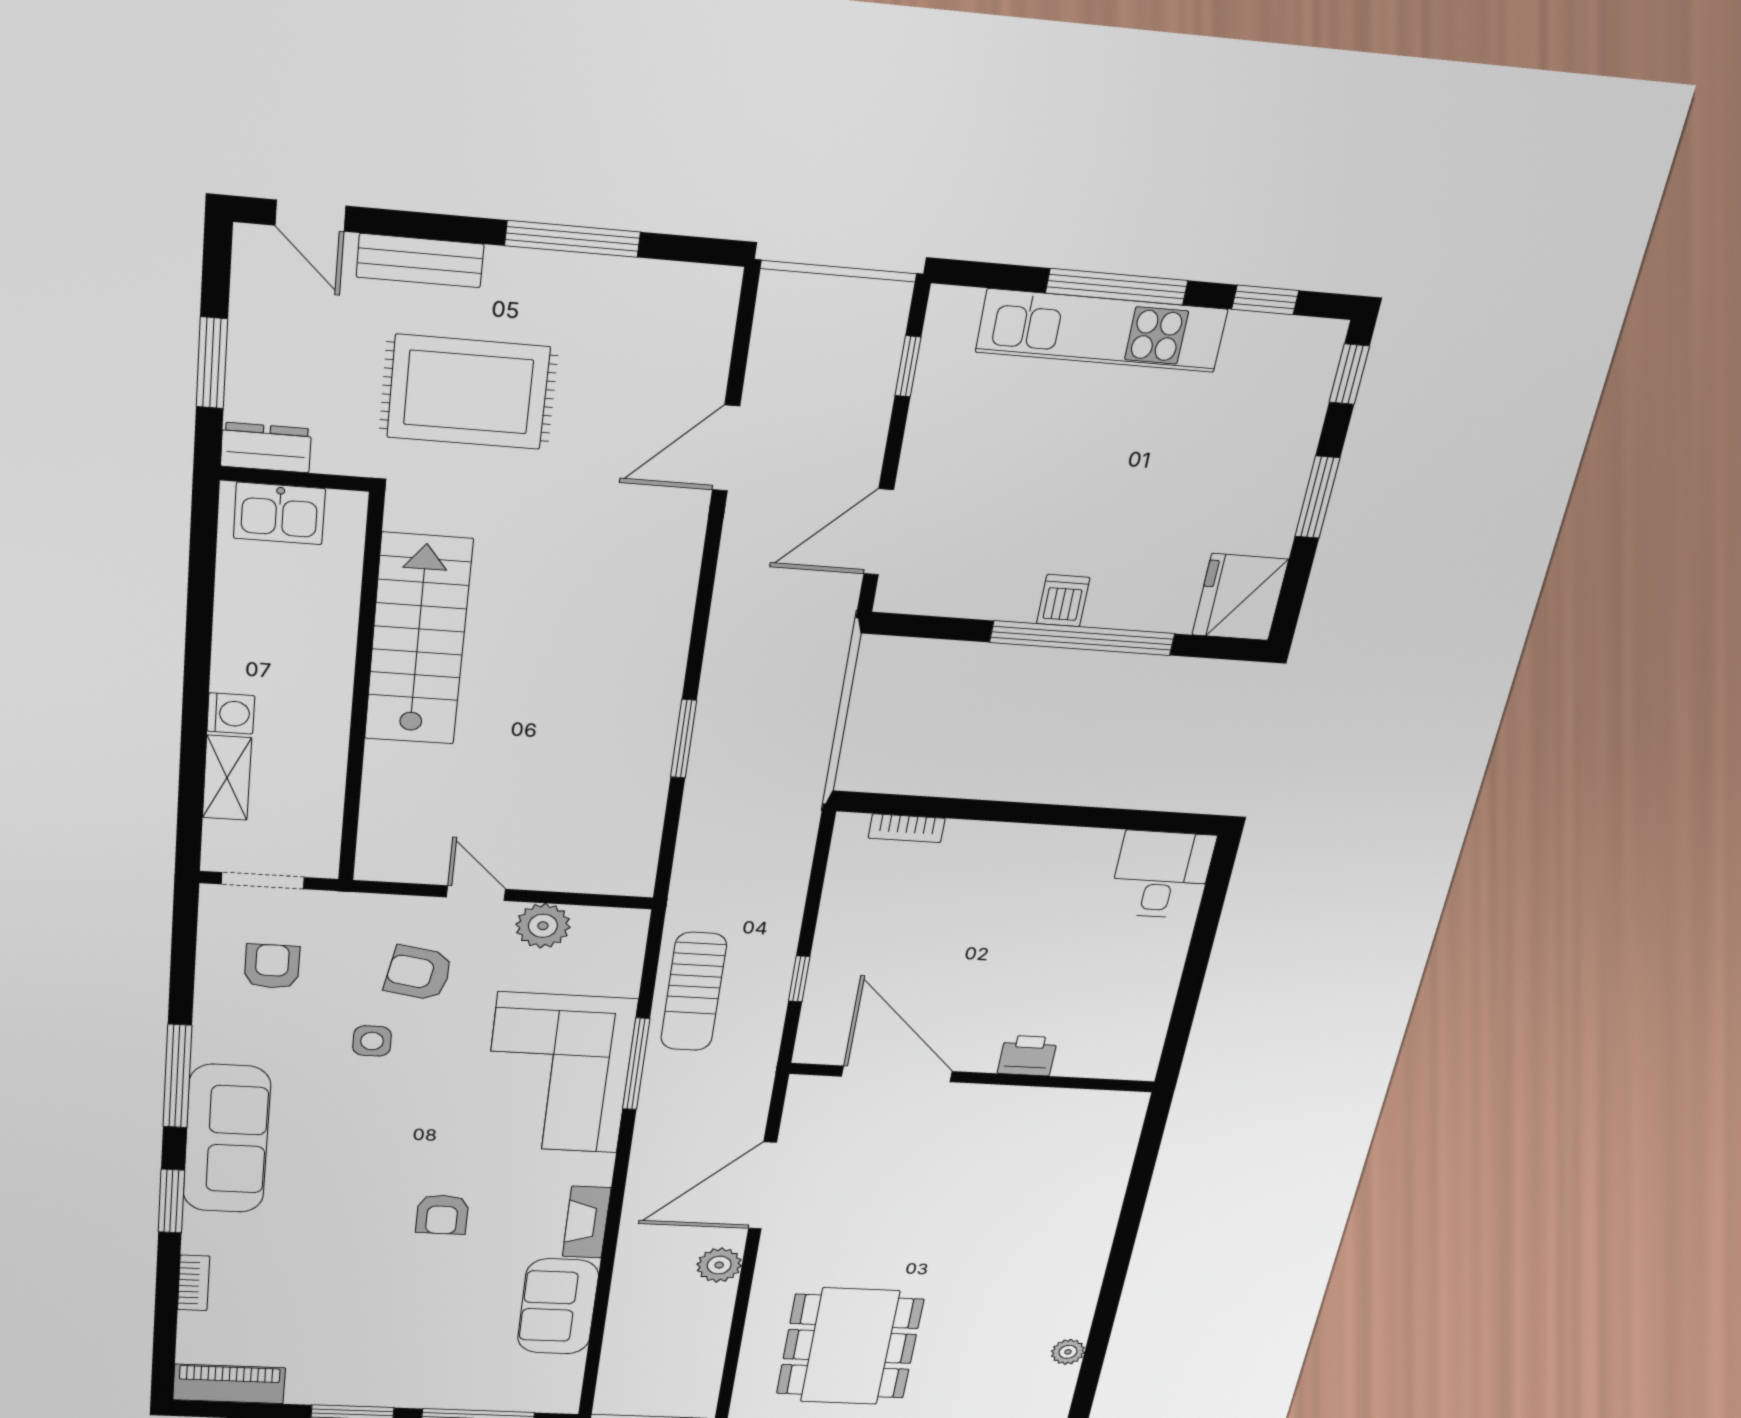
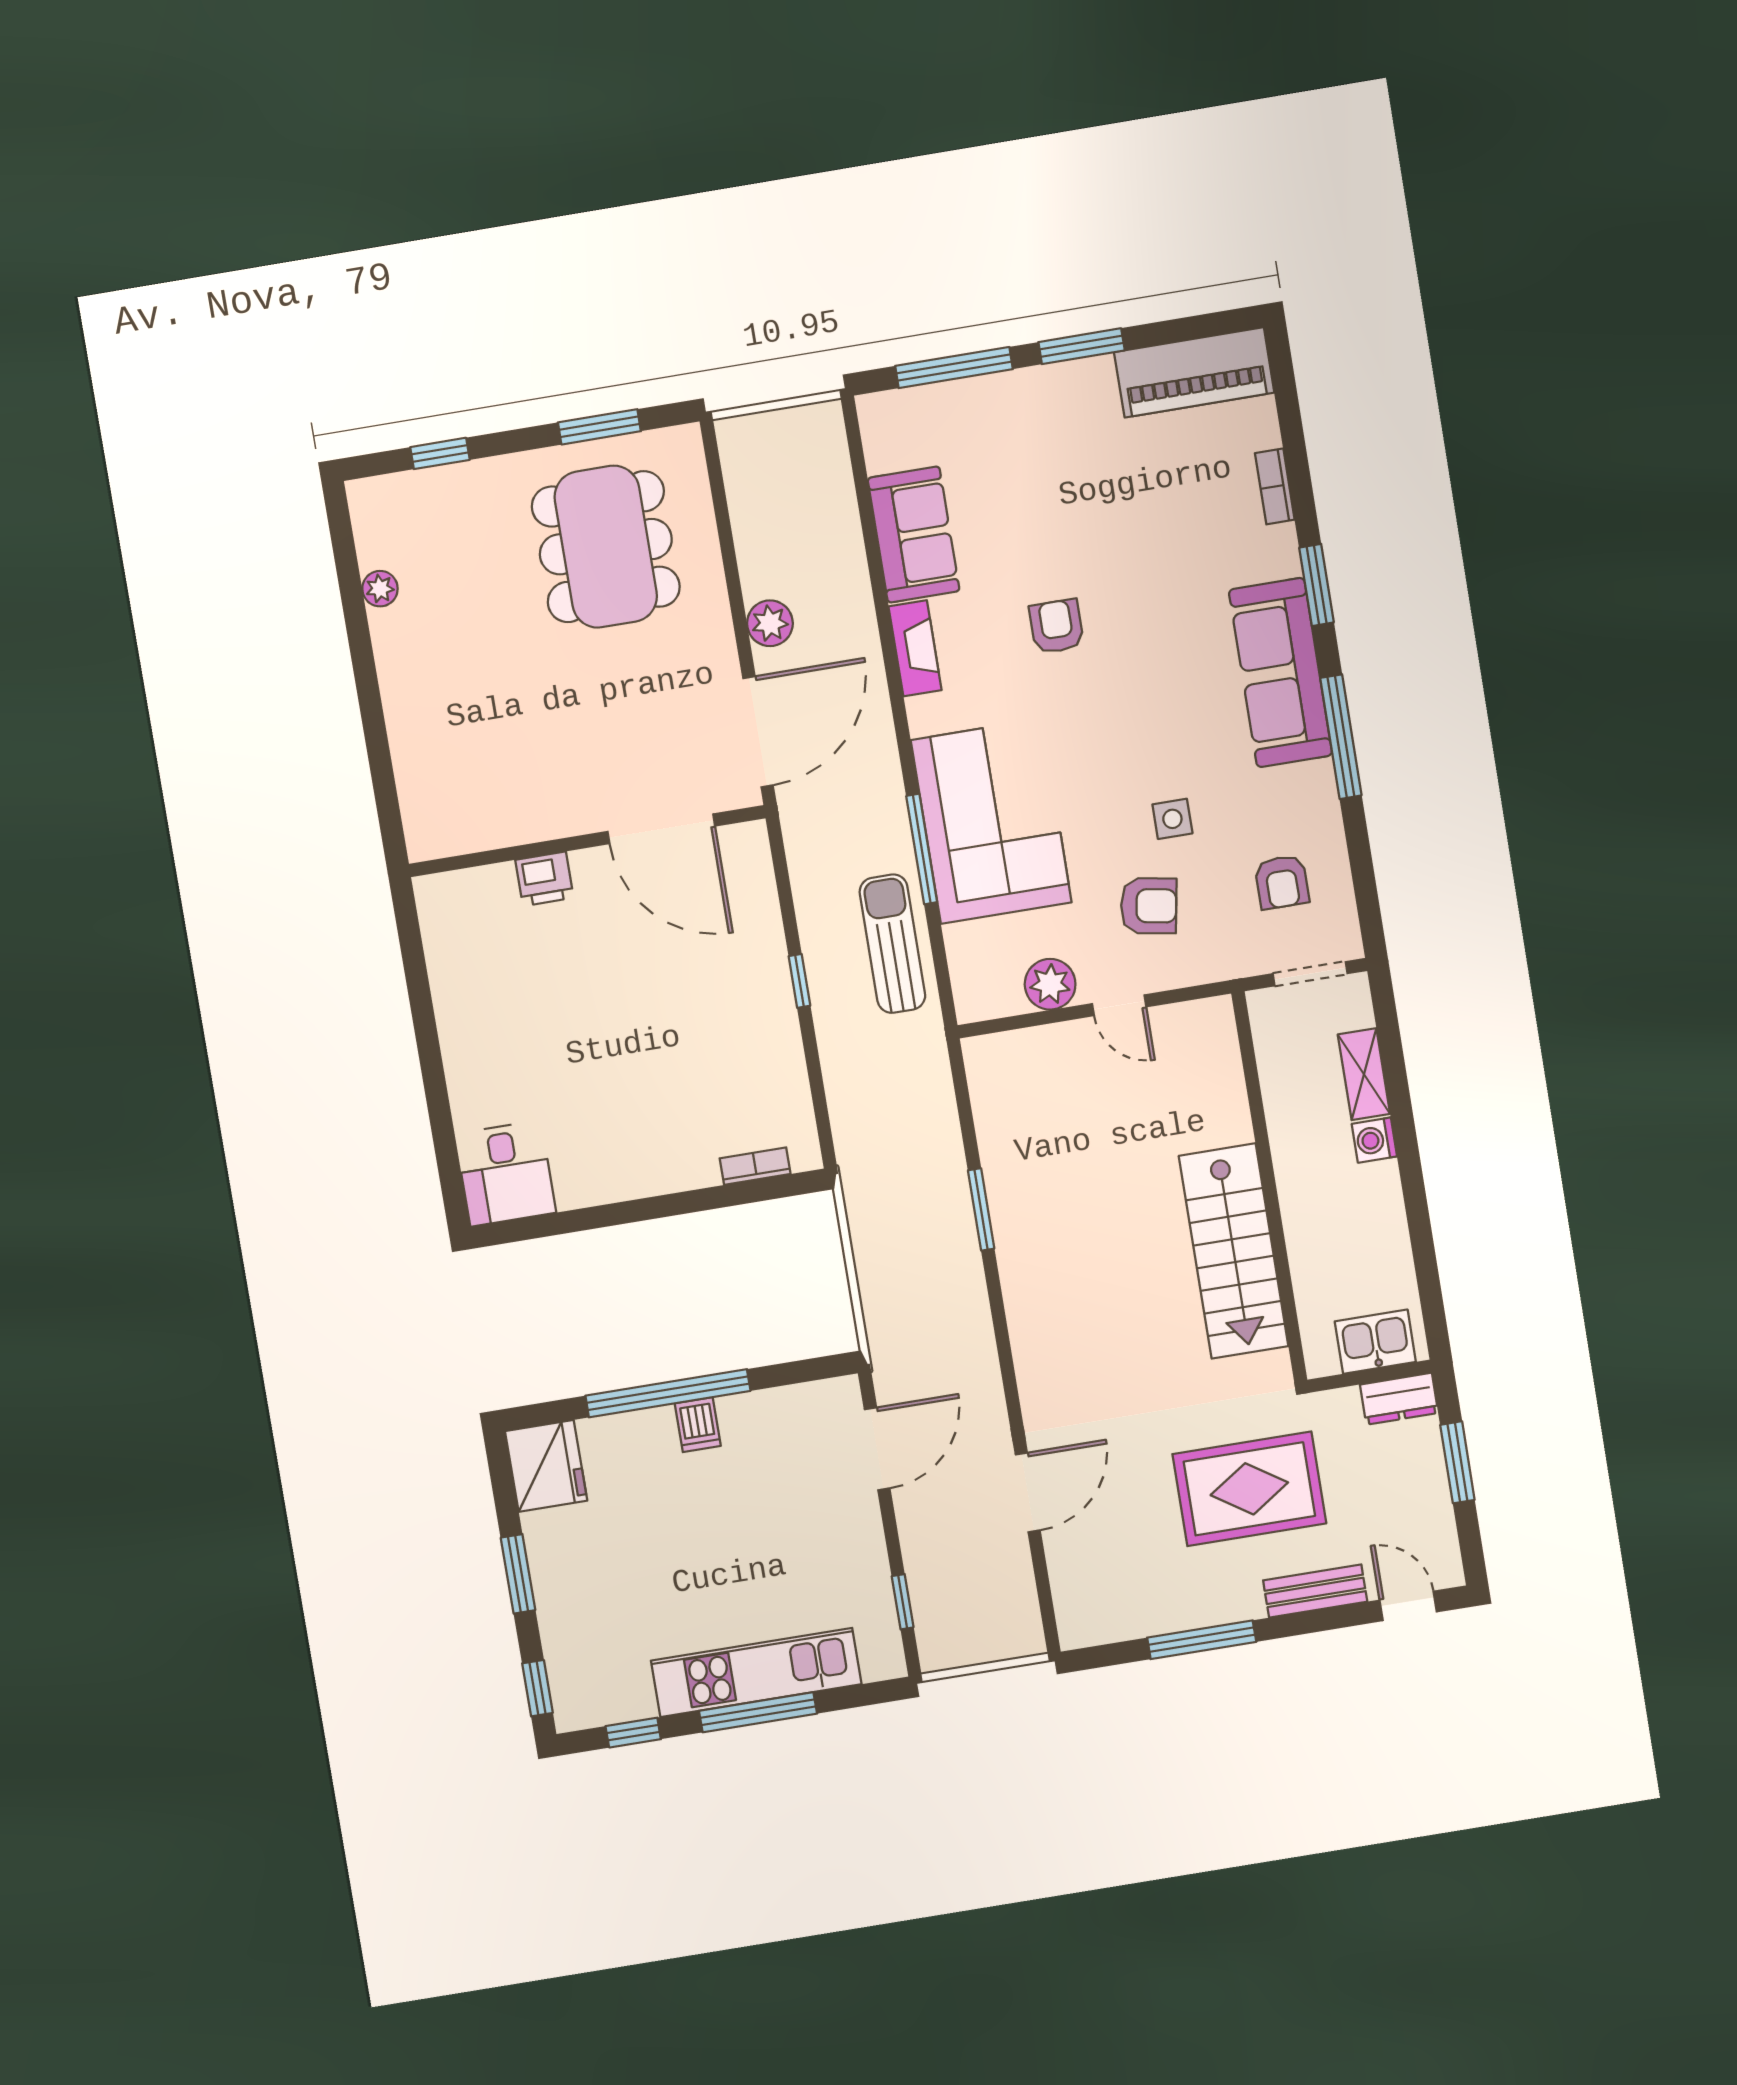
printer: (1027, 1056) -> (544, 879), moved
door: (897, 1074) -> (661, 829), moved
wall: (973, 1078) -> (587, 841), moved
piano: (229, 1384) -> (1194, 372), width x1.37, depth x1.33

